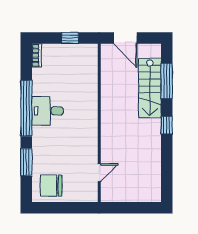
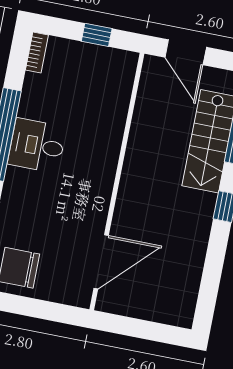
door: (99, 173) -> (101, 262), width x1.88

